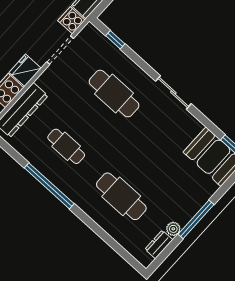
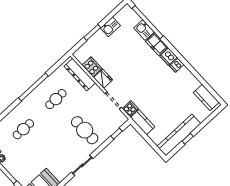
cafe table: (114, 94) -> (85, 130), turned 90
cafe table: (121, 196) -> (23, 129), width x0.73, depth x0.74

